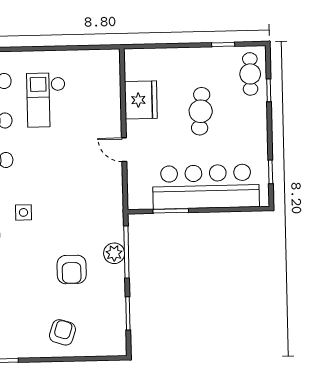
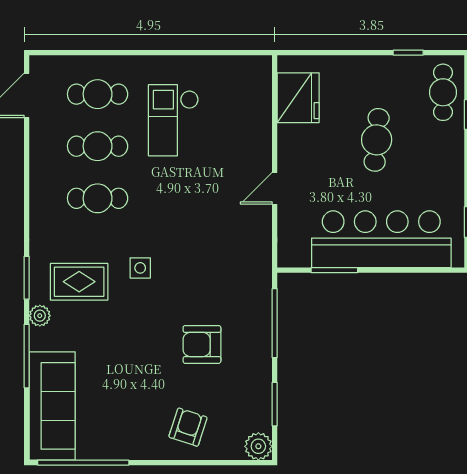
fridge: (141, 100) -> (298, 98), moved
door: (124, 150) -> (275, 188), hinge flipped
plant: (114, 253) -> (258, 446), moved
armchair: (72, 269) -> (202, 344), turned 90

